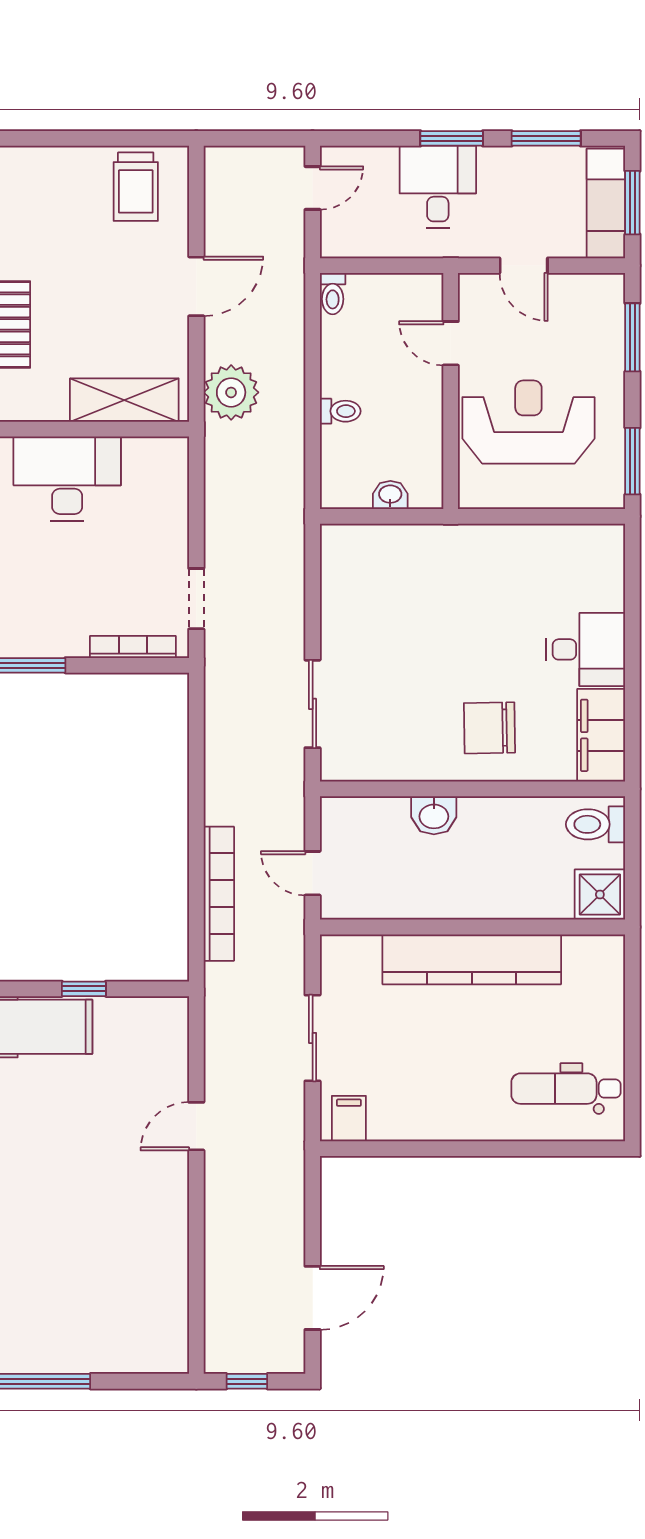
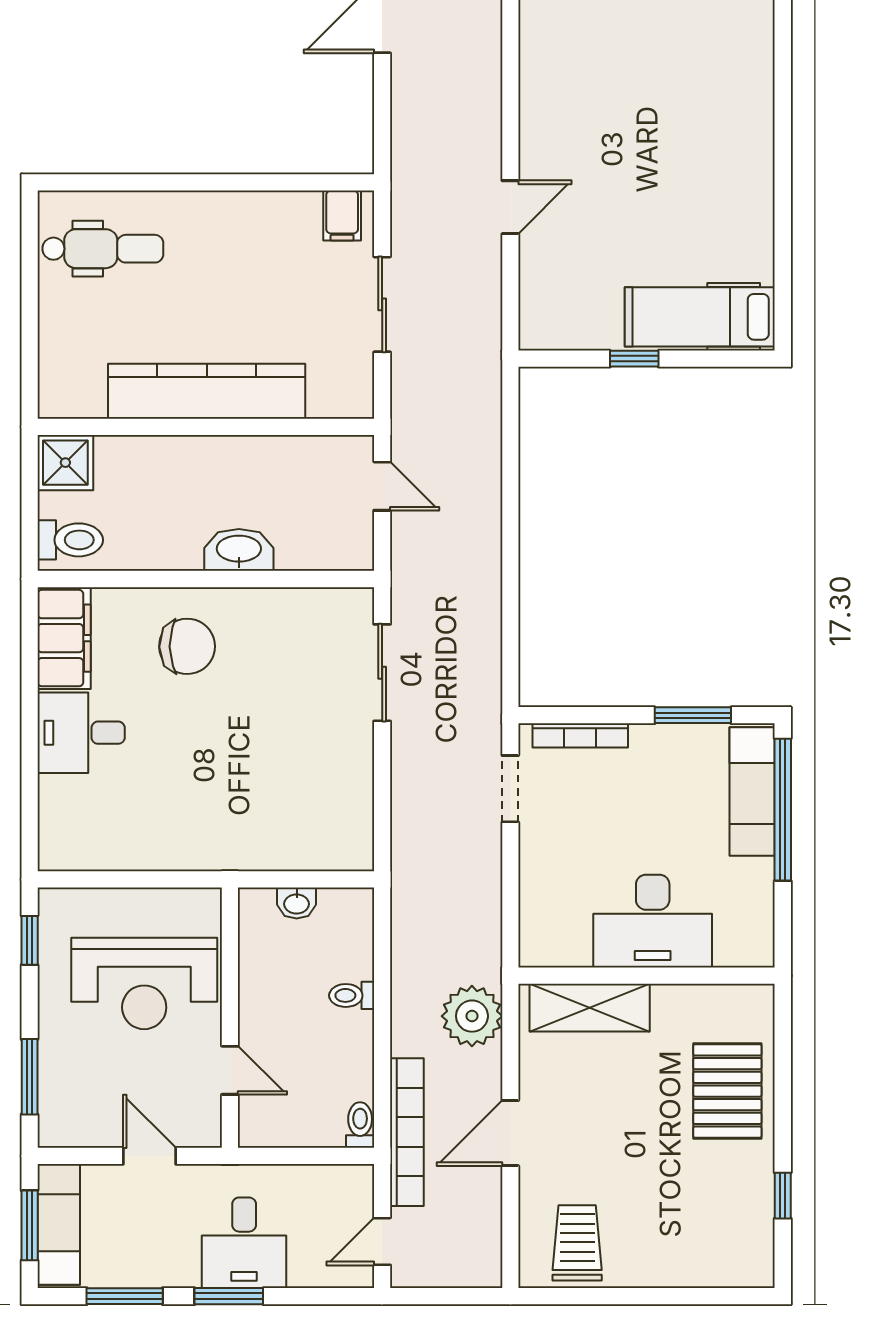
window: (632, 461) -> (30, 940), width x0.67
washbasin: (434, 815) -> (239, 550), width x1.38
bookcase: (219, 894) -> (407, 1132), moved, turned 180

